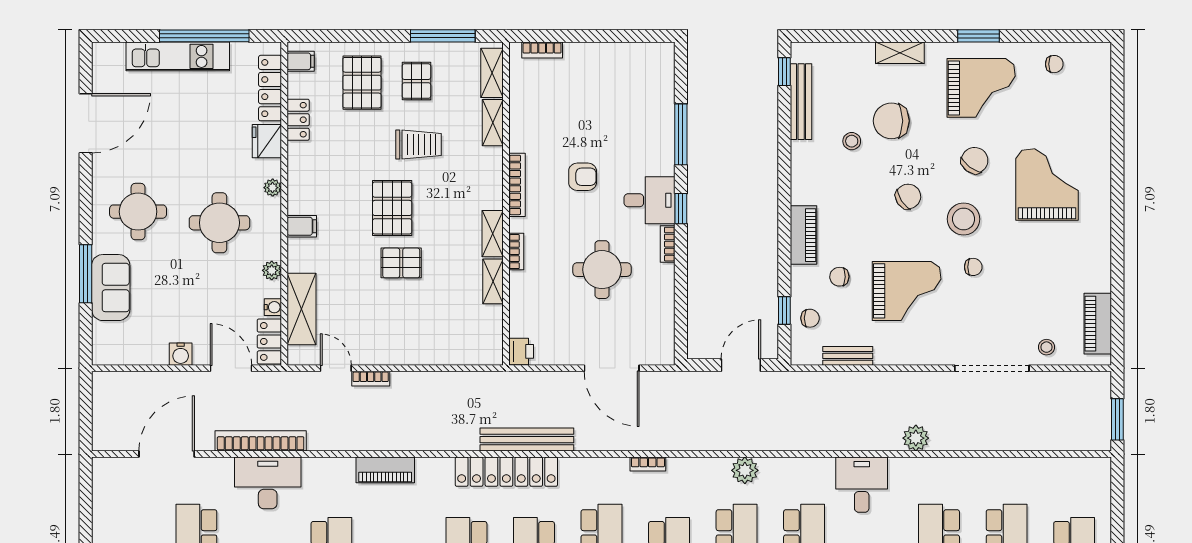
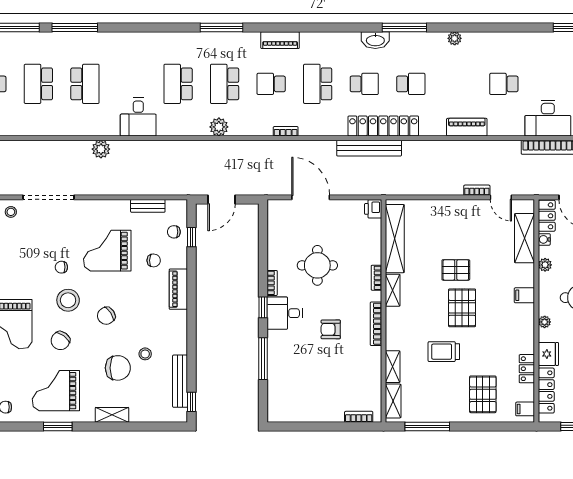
pallet: (416, 81) -> (445, 395), removed
shelving: (493, 281) -> (395, 239), width x2.20, depth x1.33

